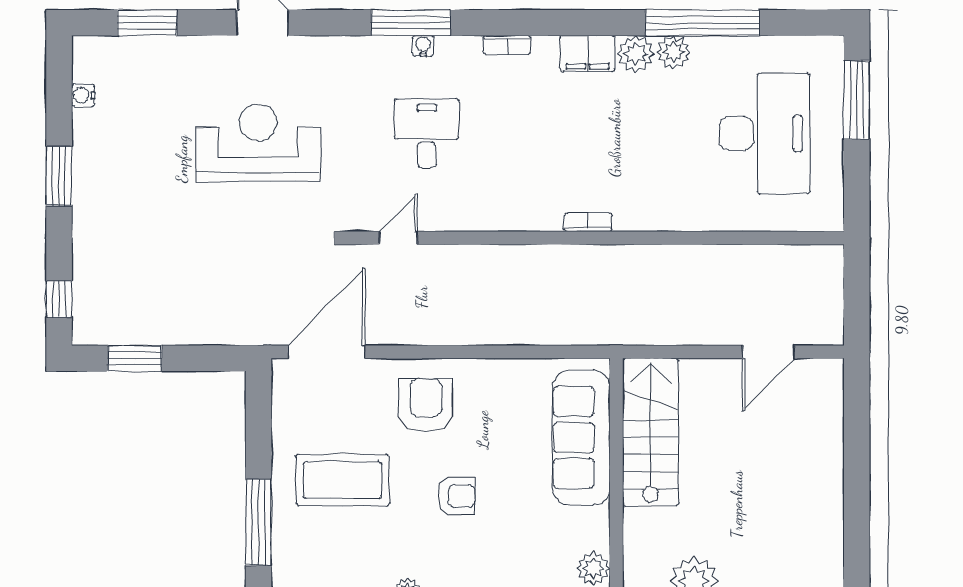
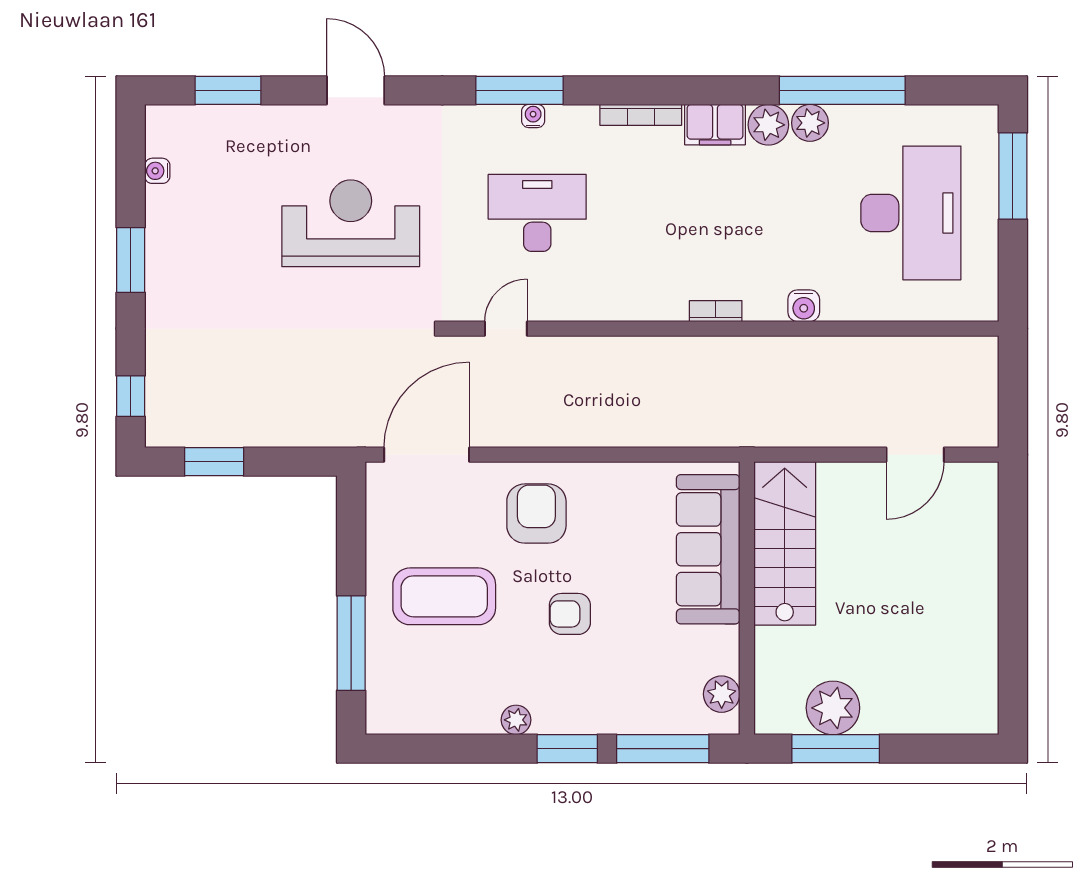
bookcase: (507, 45) -> (641, 115), width x1.56
desk: (427, 133) -> (537, 213), width x1.37
water cooler: (668, 217) -> (804, 306), added
armchair: (456, 496) -> (570, 614), turned 180

